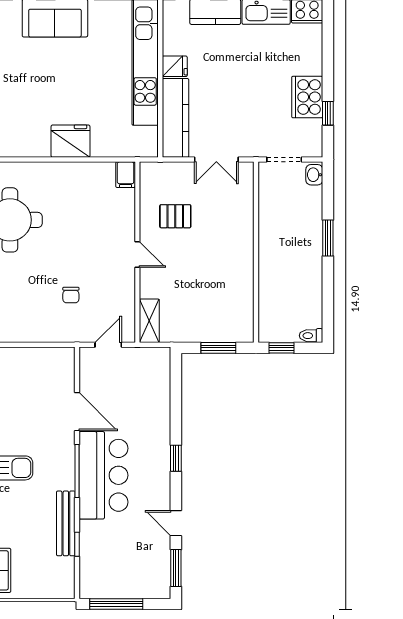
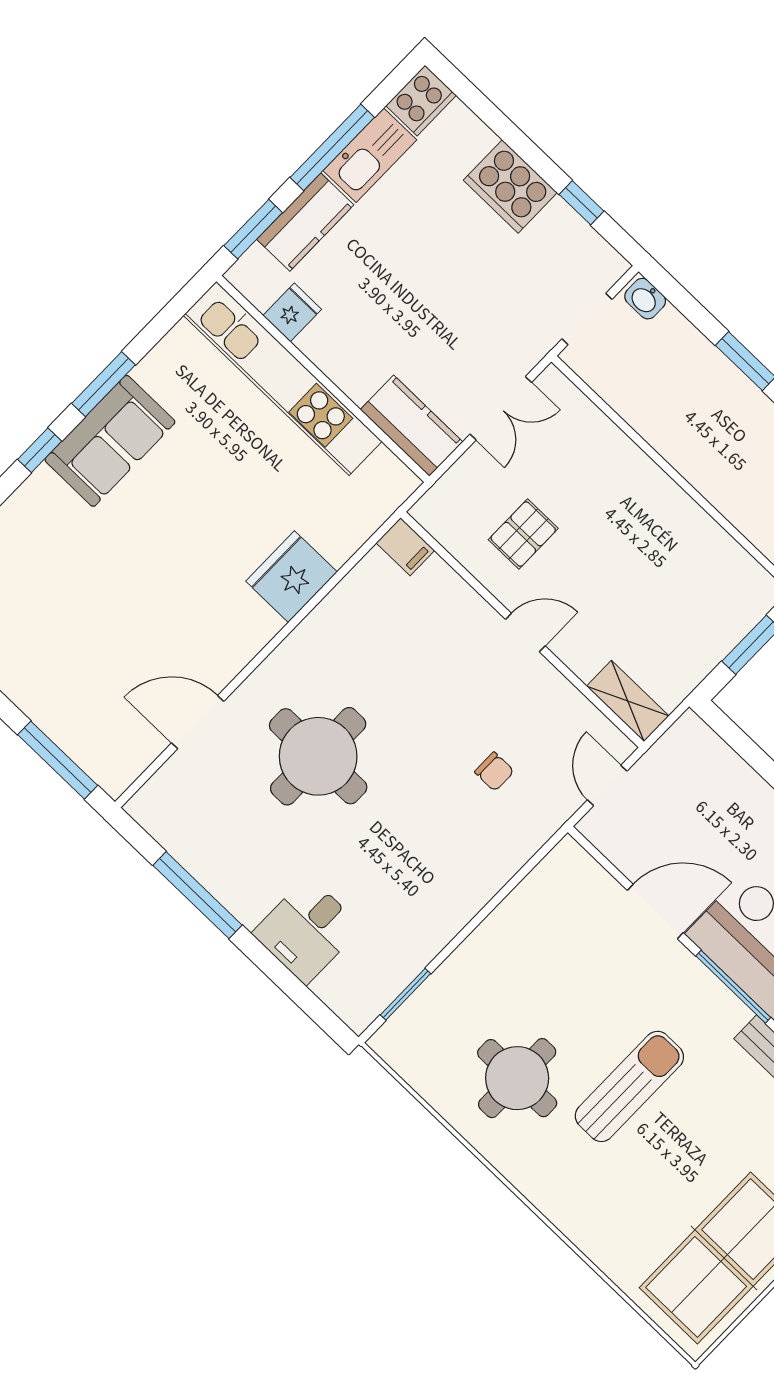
fridge: (175, 66) -> (292, 312), moved
cooker: (307, 97) -> (510, 186), moved
kitchen counter: (176, 118) -> (412, 426), width x0.67

